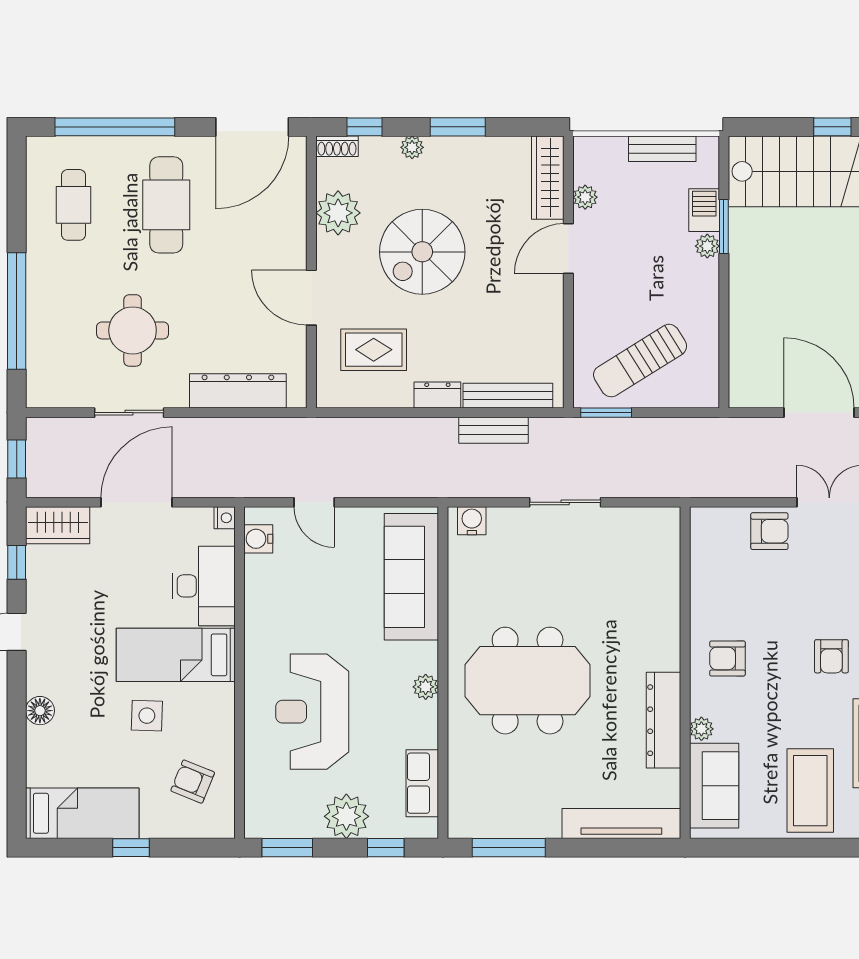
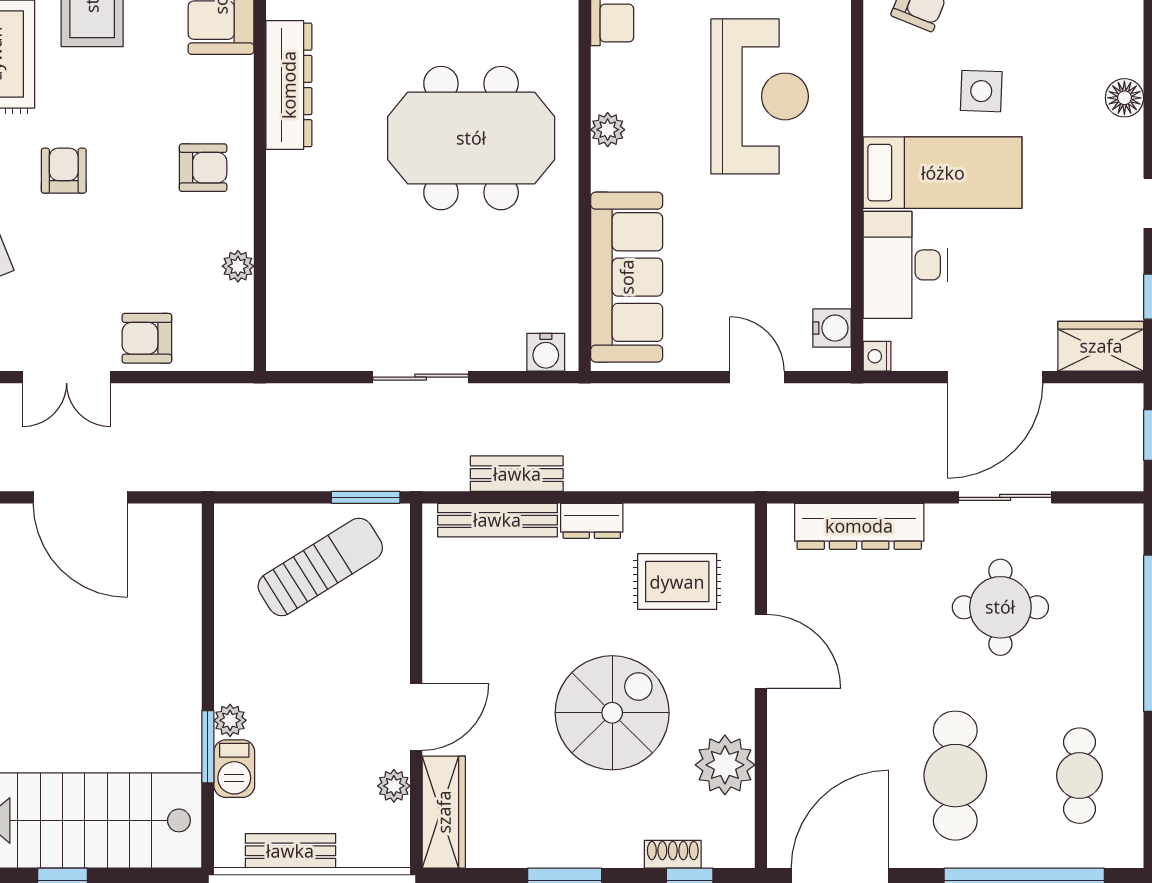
shoe rack: (337, 146) -> (673, 854), moved
plant: (412, 147) -> (626, 853), removed
plant: (701, 729) -> (238, 266), moved

